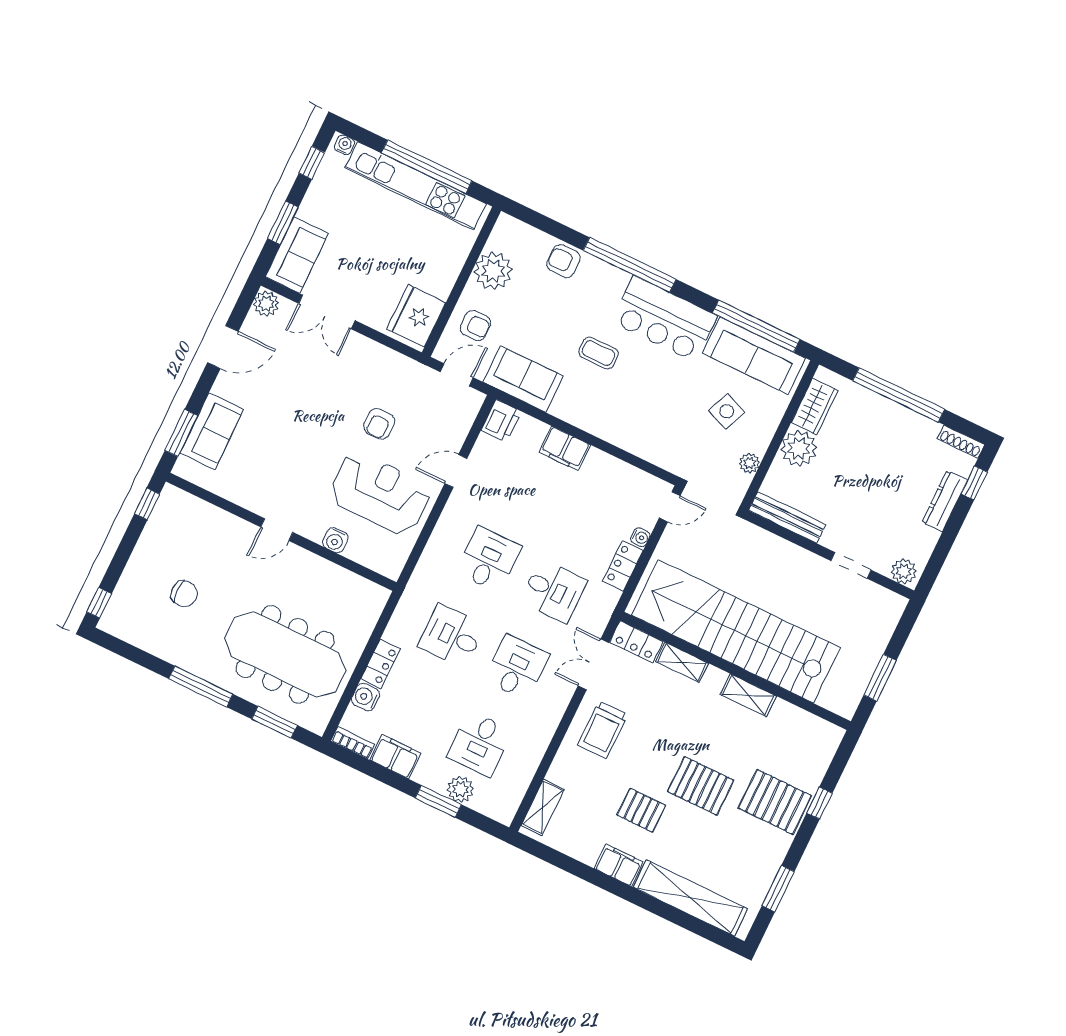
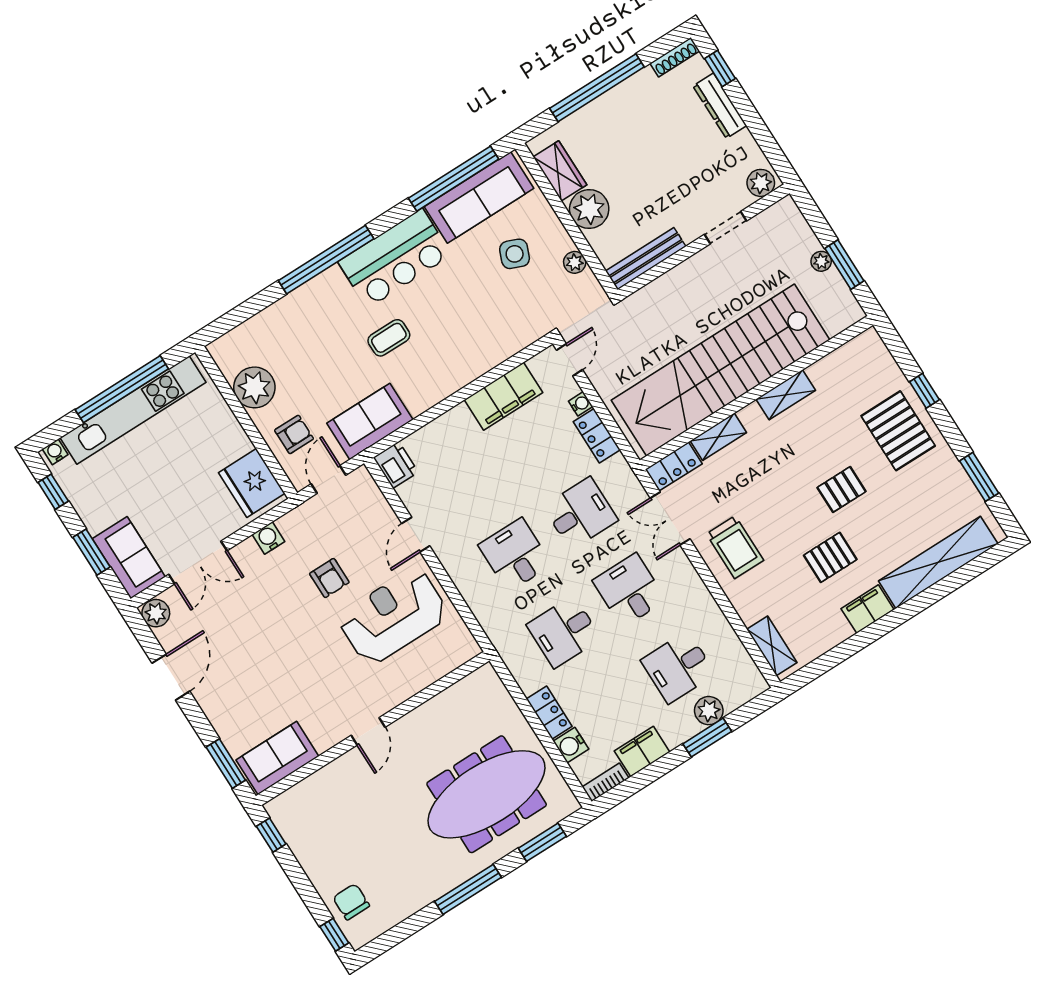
armchair: (564, 261) -> (285, 318), removed
sofa: (212, 431) -> (277, 758), moved, turned -90
filing cabinet: (565, 449) -> (504, 396), moved, width x1.50, depth x1.17
water cooler: (335, 540) -> (268, 538), moved, turned 180
chair: (184, 594) -> (351, 902), moved, turned -90
plant: (871, 658) -> (821, 261), added
desk: (480, 744) -> (678, 667), turned 90
pallet: (701, 786) -> (842, 489), width x0.67, depth x0.71
pallet: (775, 802) -> (898, 431), turned 90

